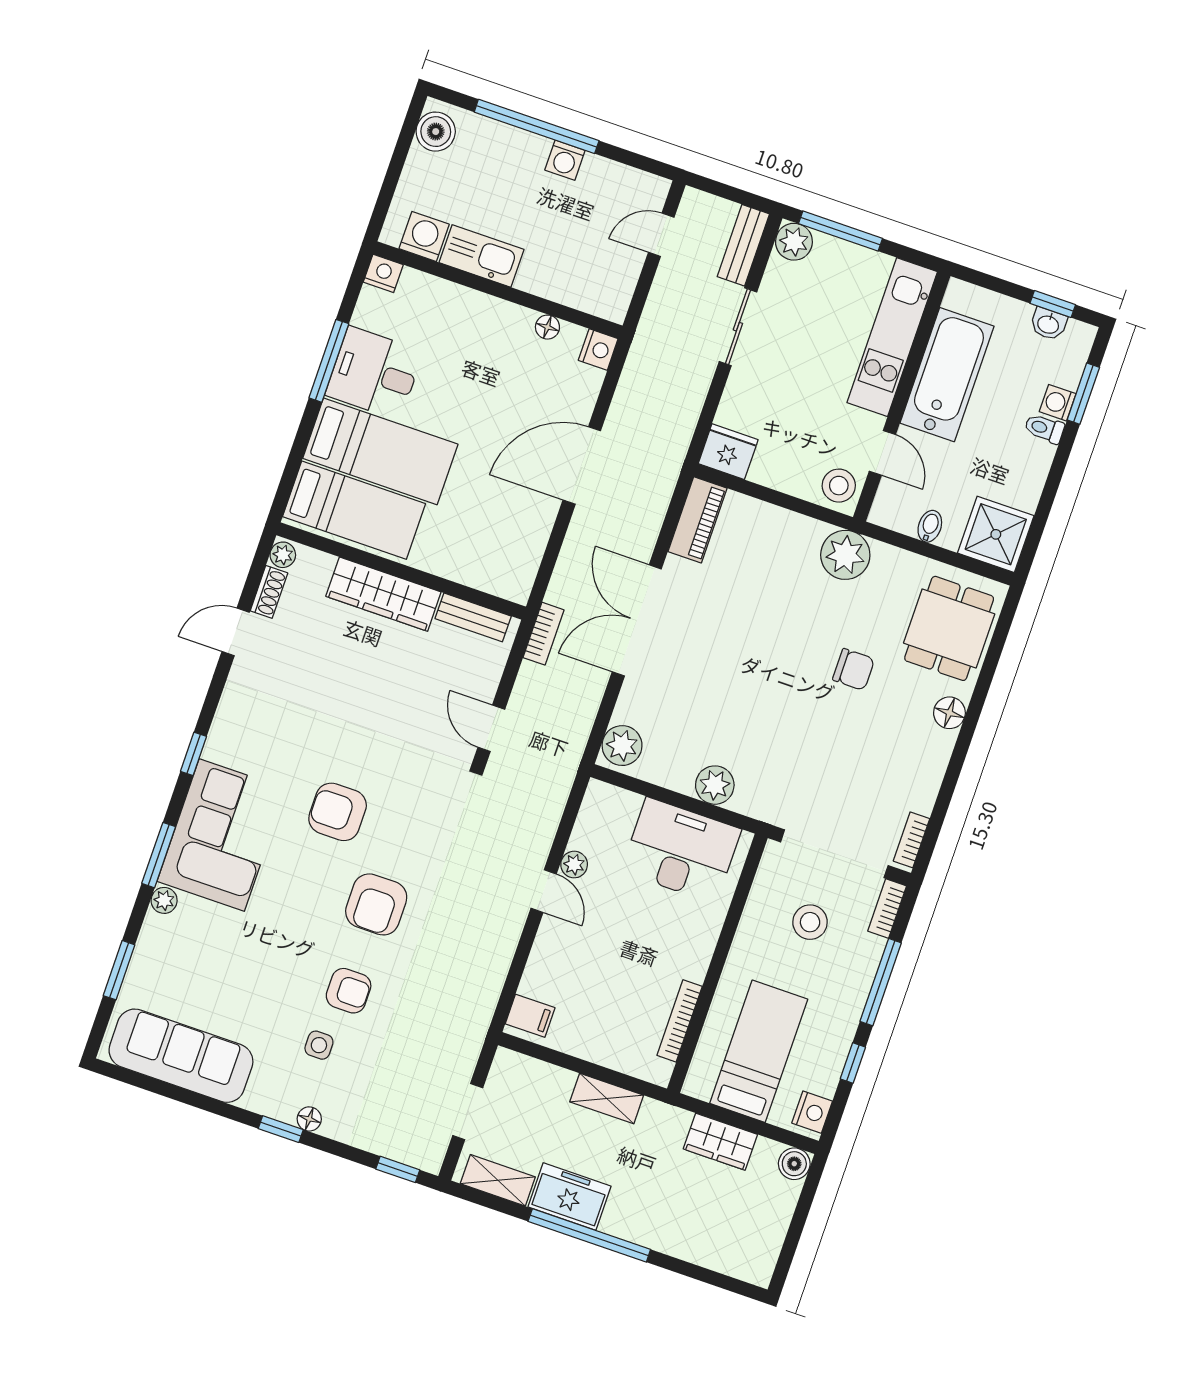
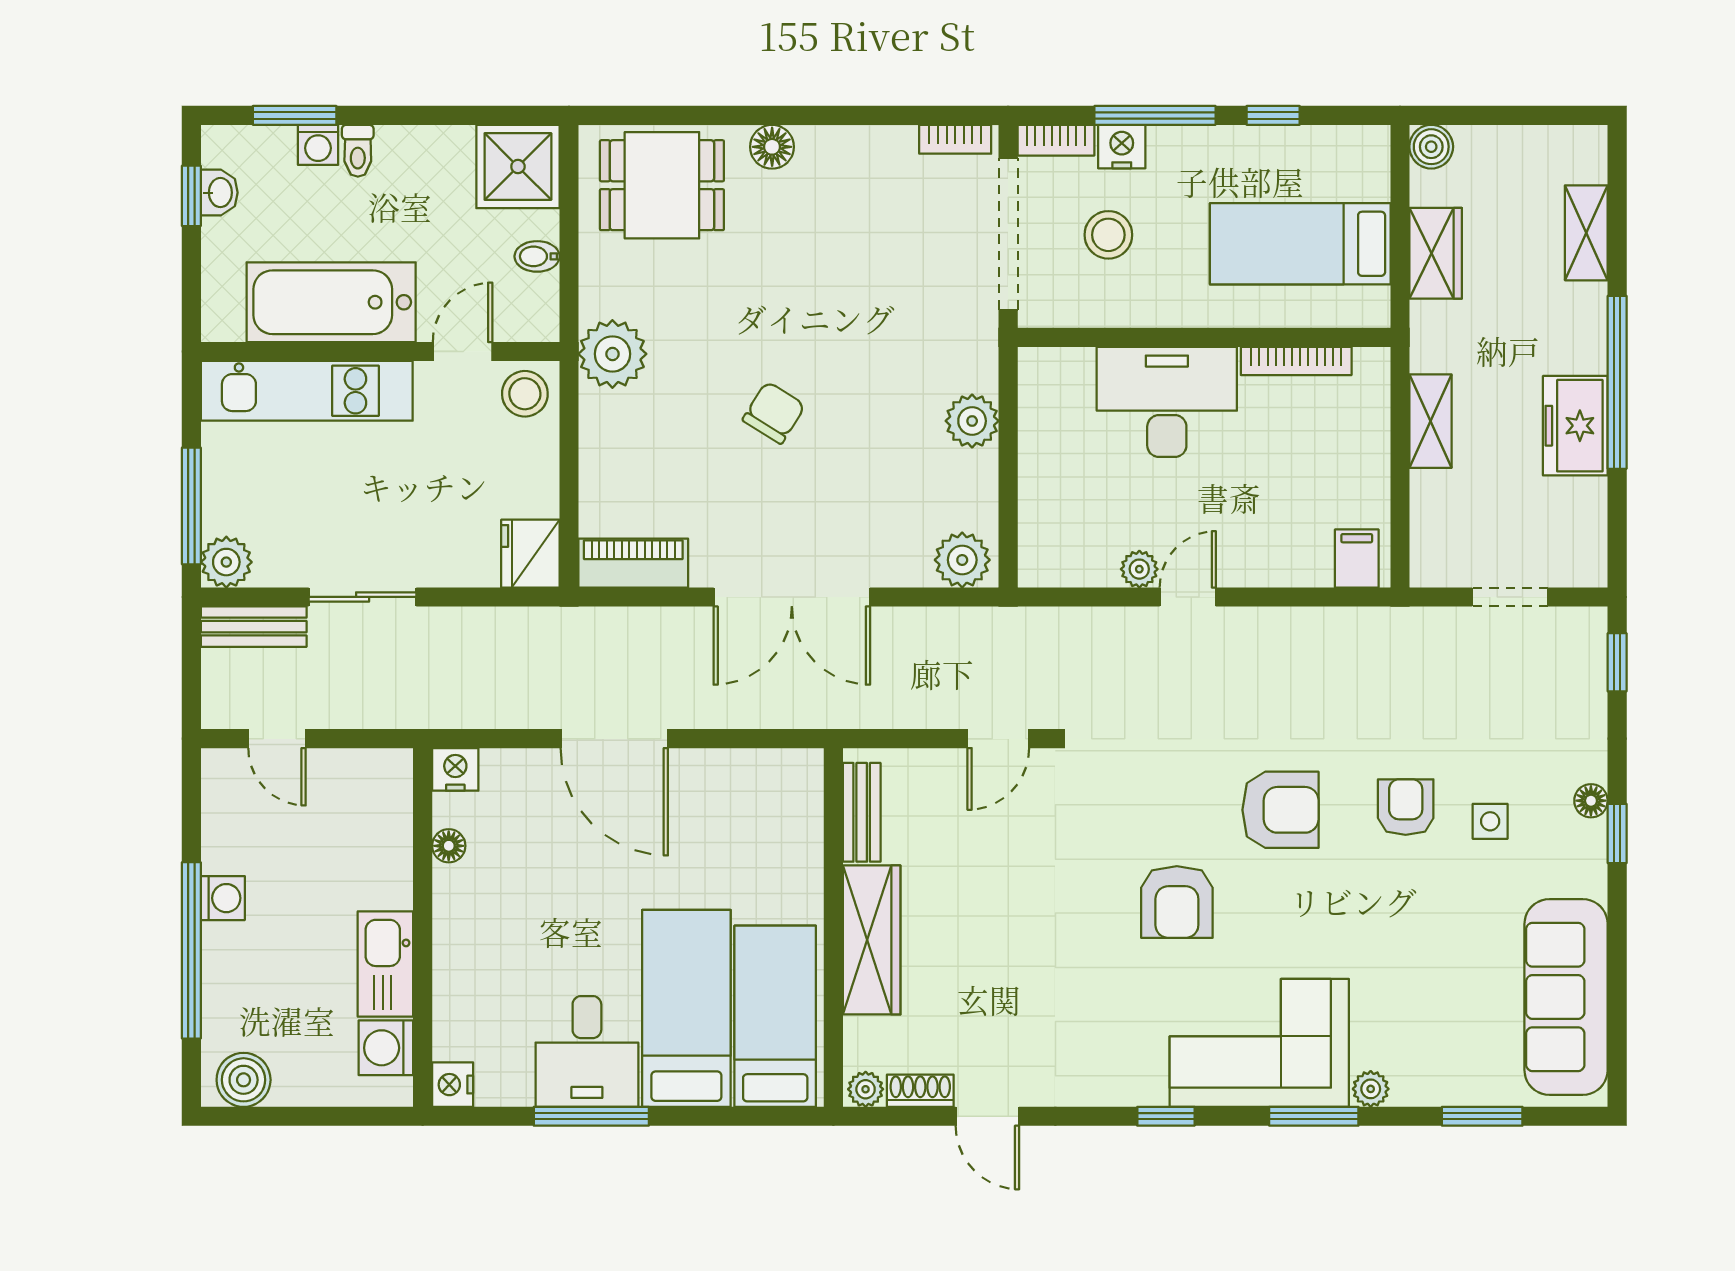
bookcase: (543, 634) -> (851, 713), removed
chair: (854, 669) -> (774, 413), moved, turned 32
desk: (681, 850) -> (1167, 402), moved, turned 90
nightstand: (812, 1112) -> (1122, 147), moved
shelving: (498, 1180) -> (1586, 233), moved

